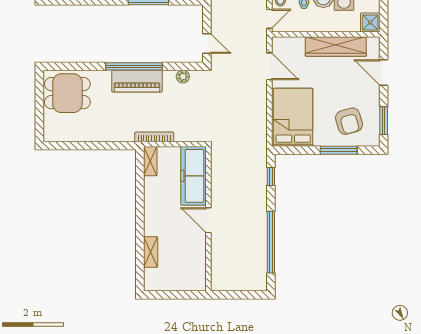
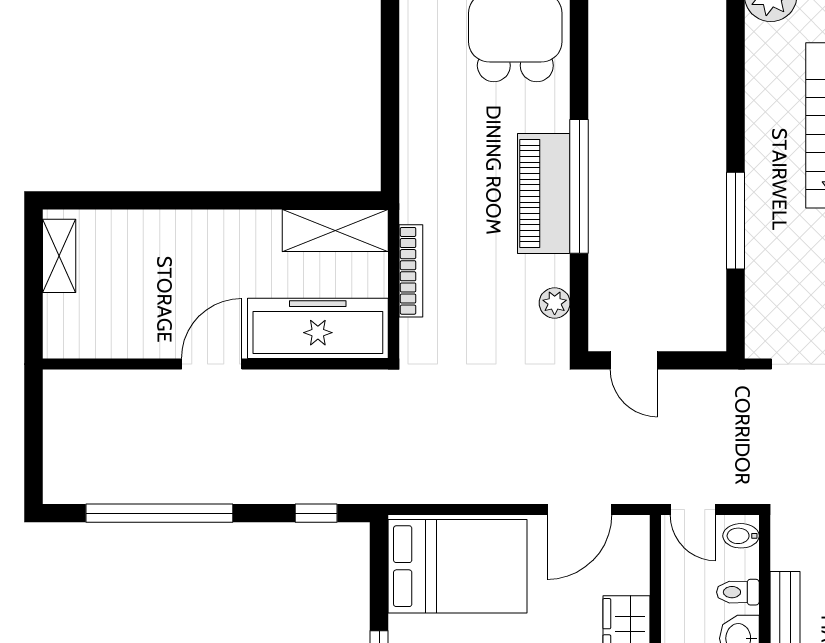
door: (207, 44) -> (634, 360), hinge flipped
bookcase: (154, 137) -> (411, 271), moved
shelving: (150, 161) -> (335, 231), width x1.50, depth x1.33
shelving: (151, 252) -> (59, 256), moved, turned 90

